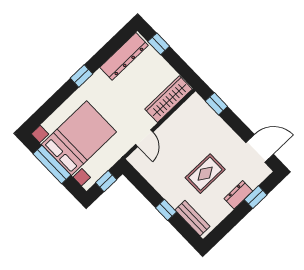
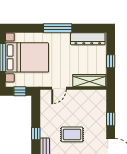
window: (159, 44) -> (111, 61), moved
window: (82, 76) -> (58, 28), width x2.17
window: (216, 104) -> (111, 119), moved

